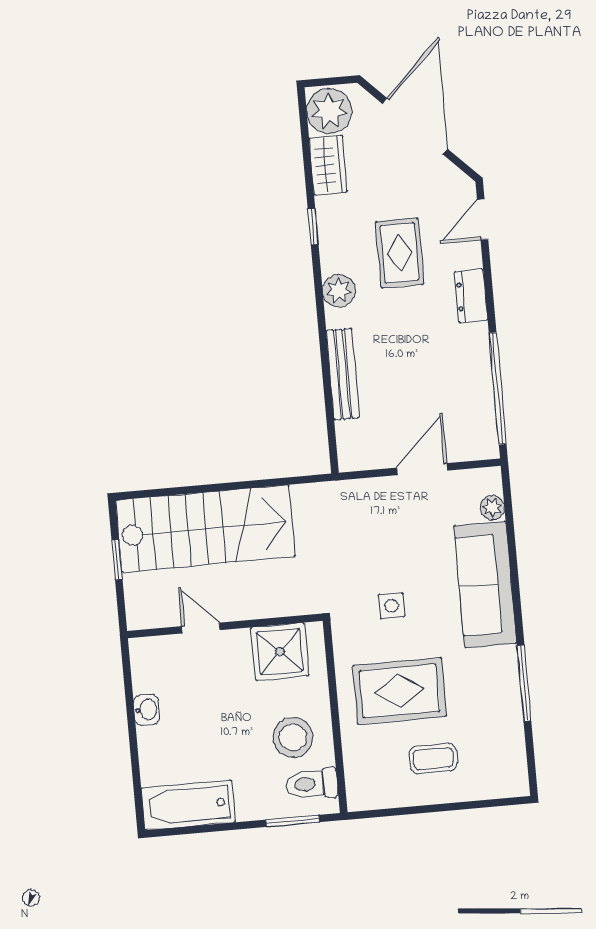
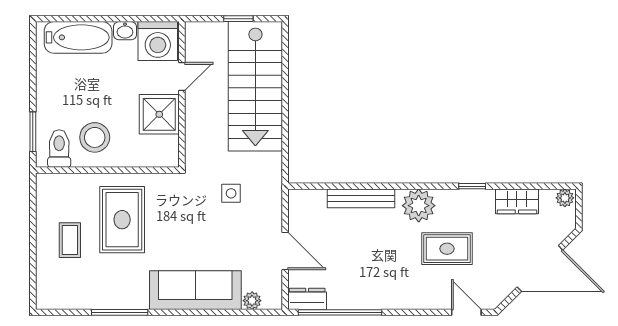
plant: (329, 111) -> (565, 198), width x0.53, depth x0.53
plant: (339, 291) -> (419, 206), width x1.36, depth x1.36
dresser: (471, 296) -> (307, 299), moved
side table: (392, 606) -> (231, 193), moved
shower: (280, 652) -> (159, 114), moved
washing machine: (156, 665) -> (158, 41), added
bathtub: (188, 805) -> (78, 37), moved, turned 90

